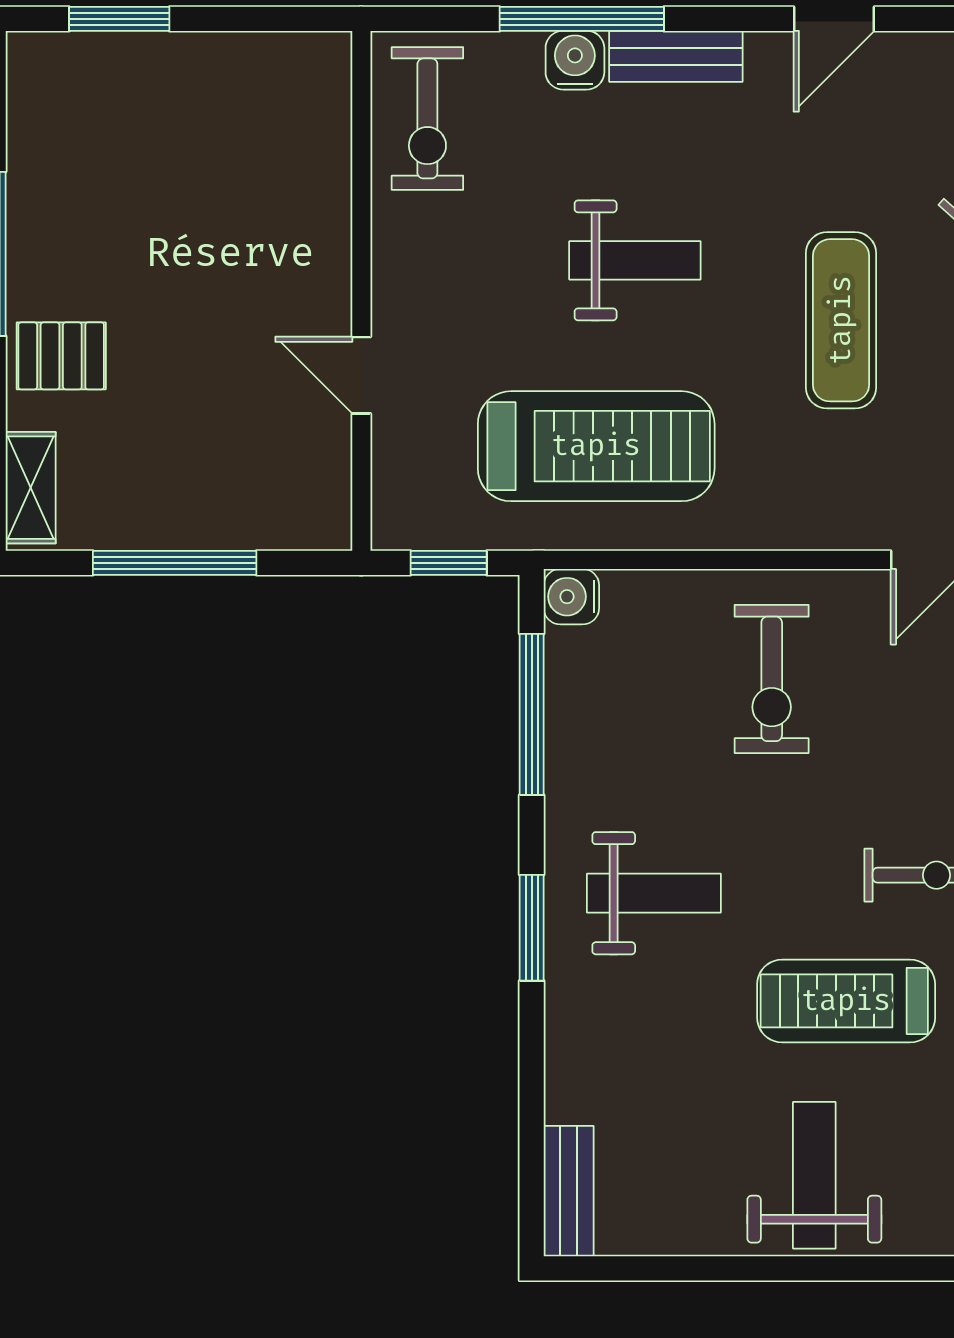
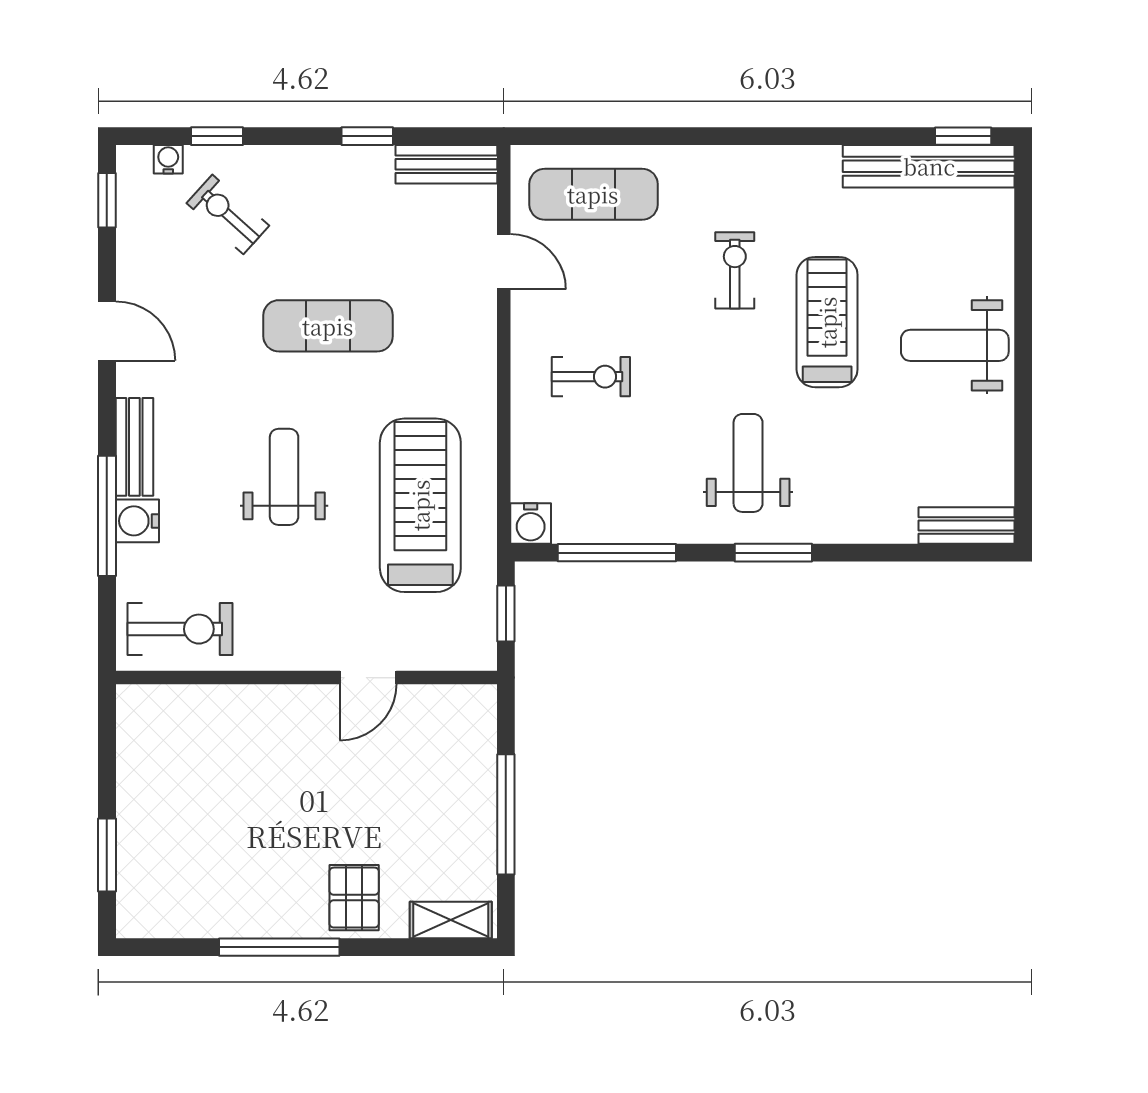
exercise bike: (772, 679) -> (591, 377), width x0.73, depth x0.72
treadmill: (846, 1001) -> (827, 322), turned 180

